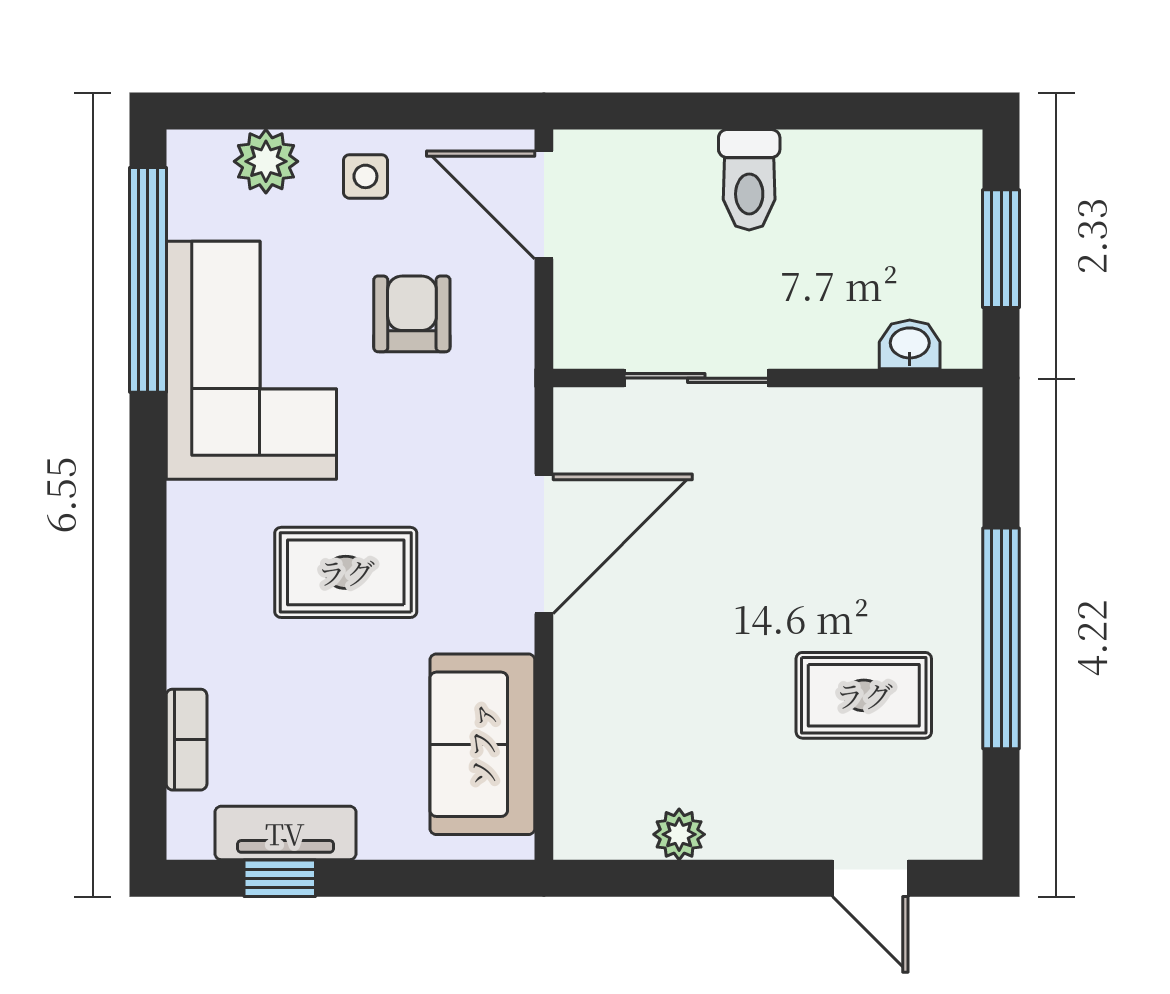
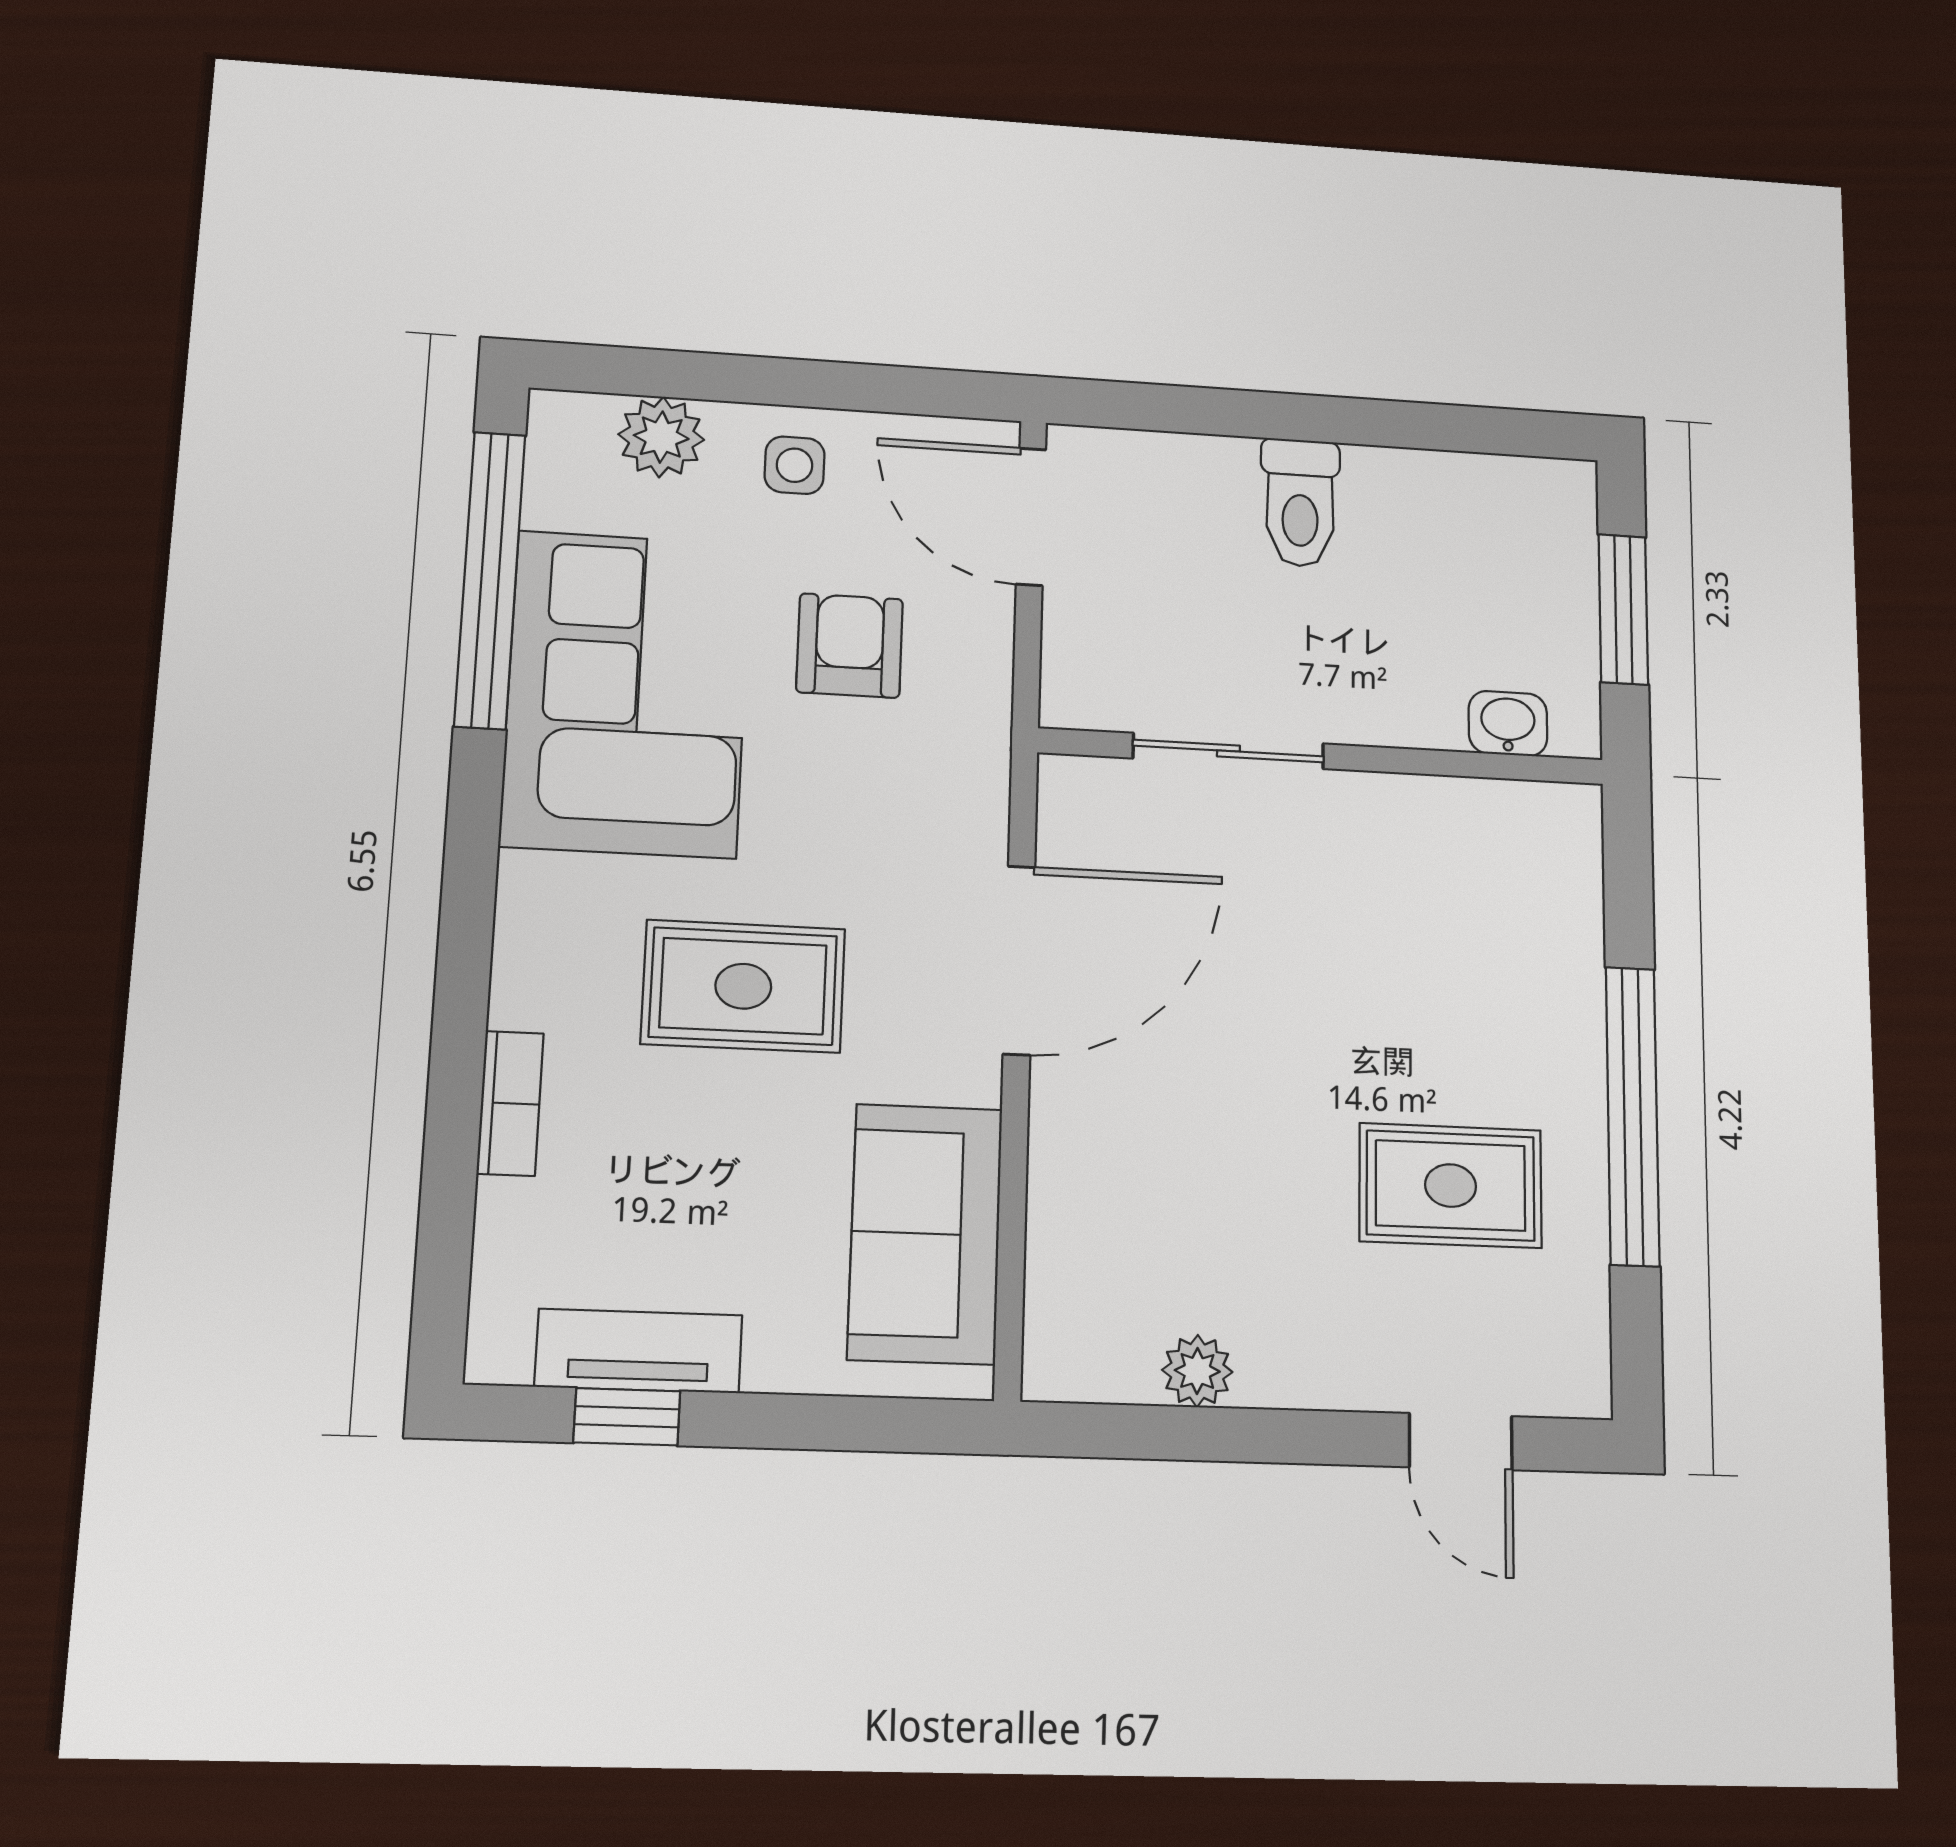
bookcase: (187, 740) -> (510, 1103), moved

